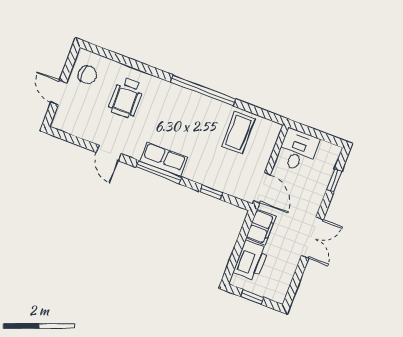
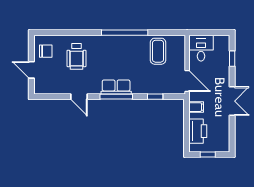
filing cabinet: (261, 227) -> (196, 107), width x0.50

